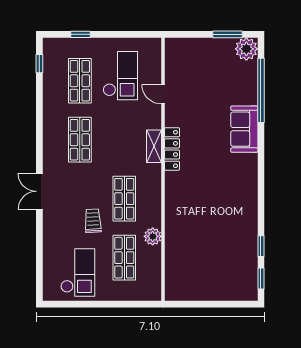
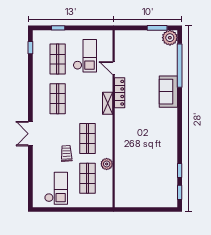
locker: (172, 149) -> (120, 93), moved

